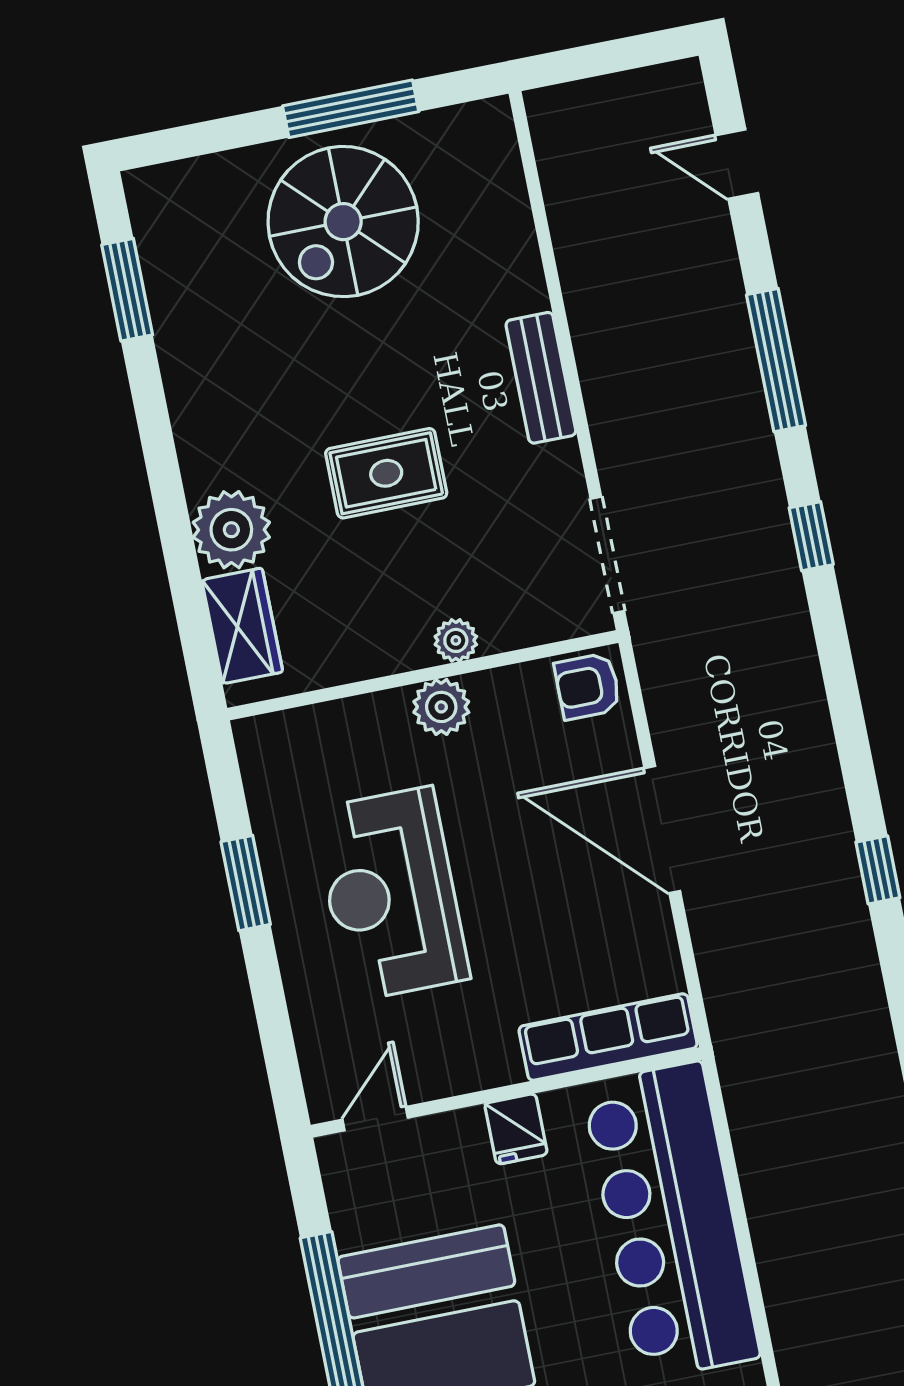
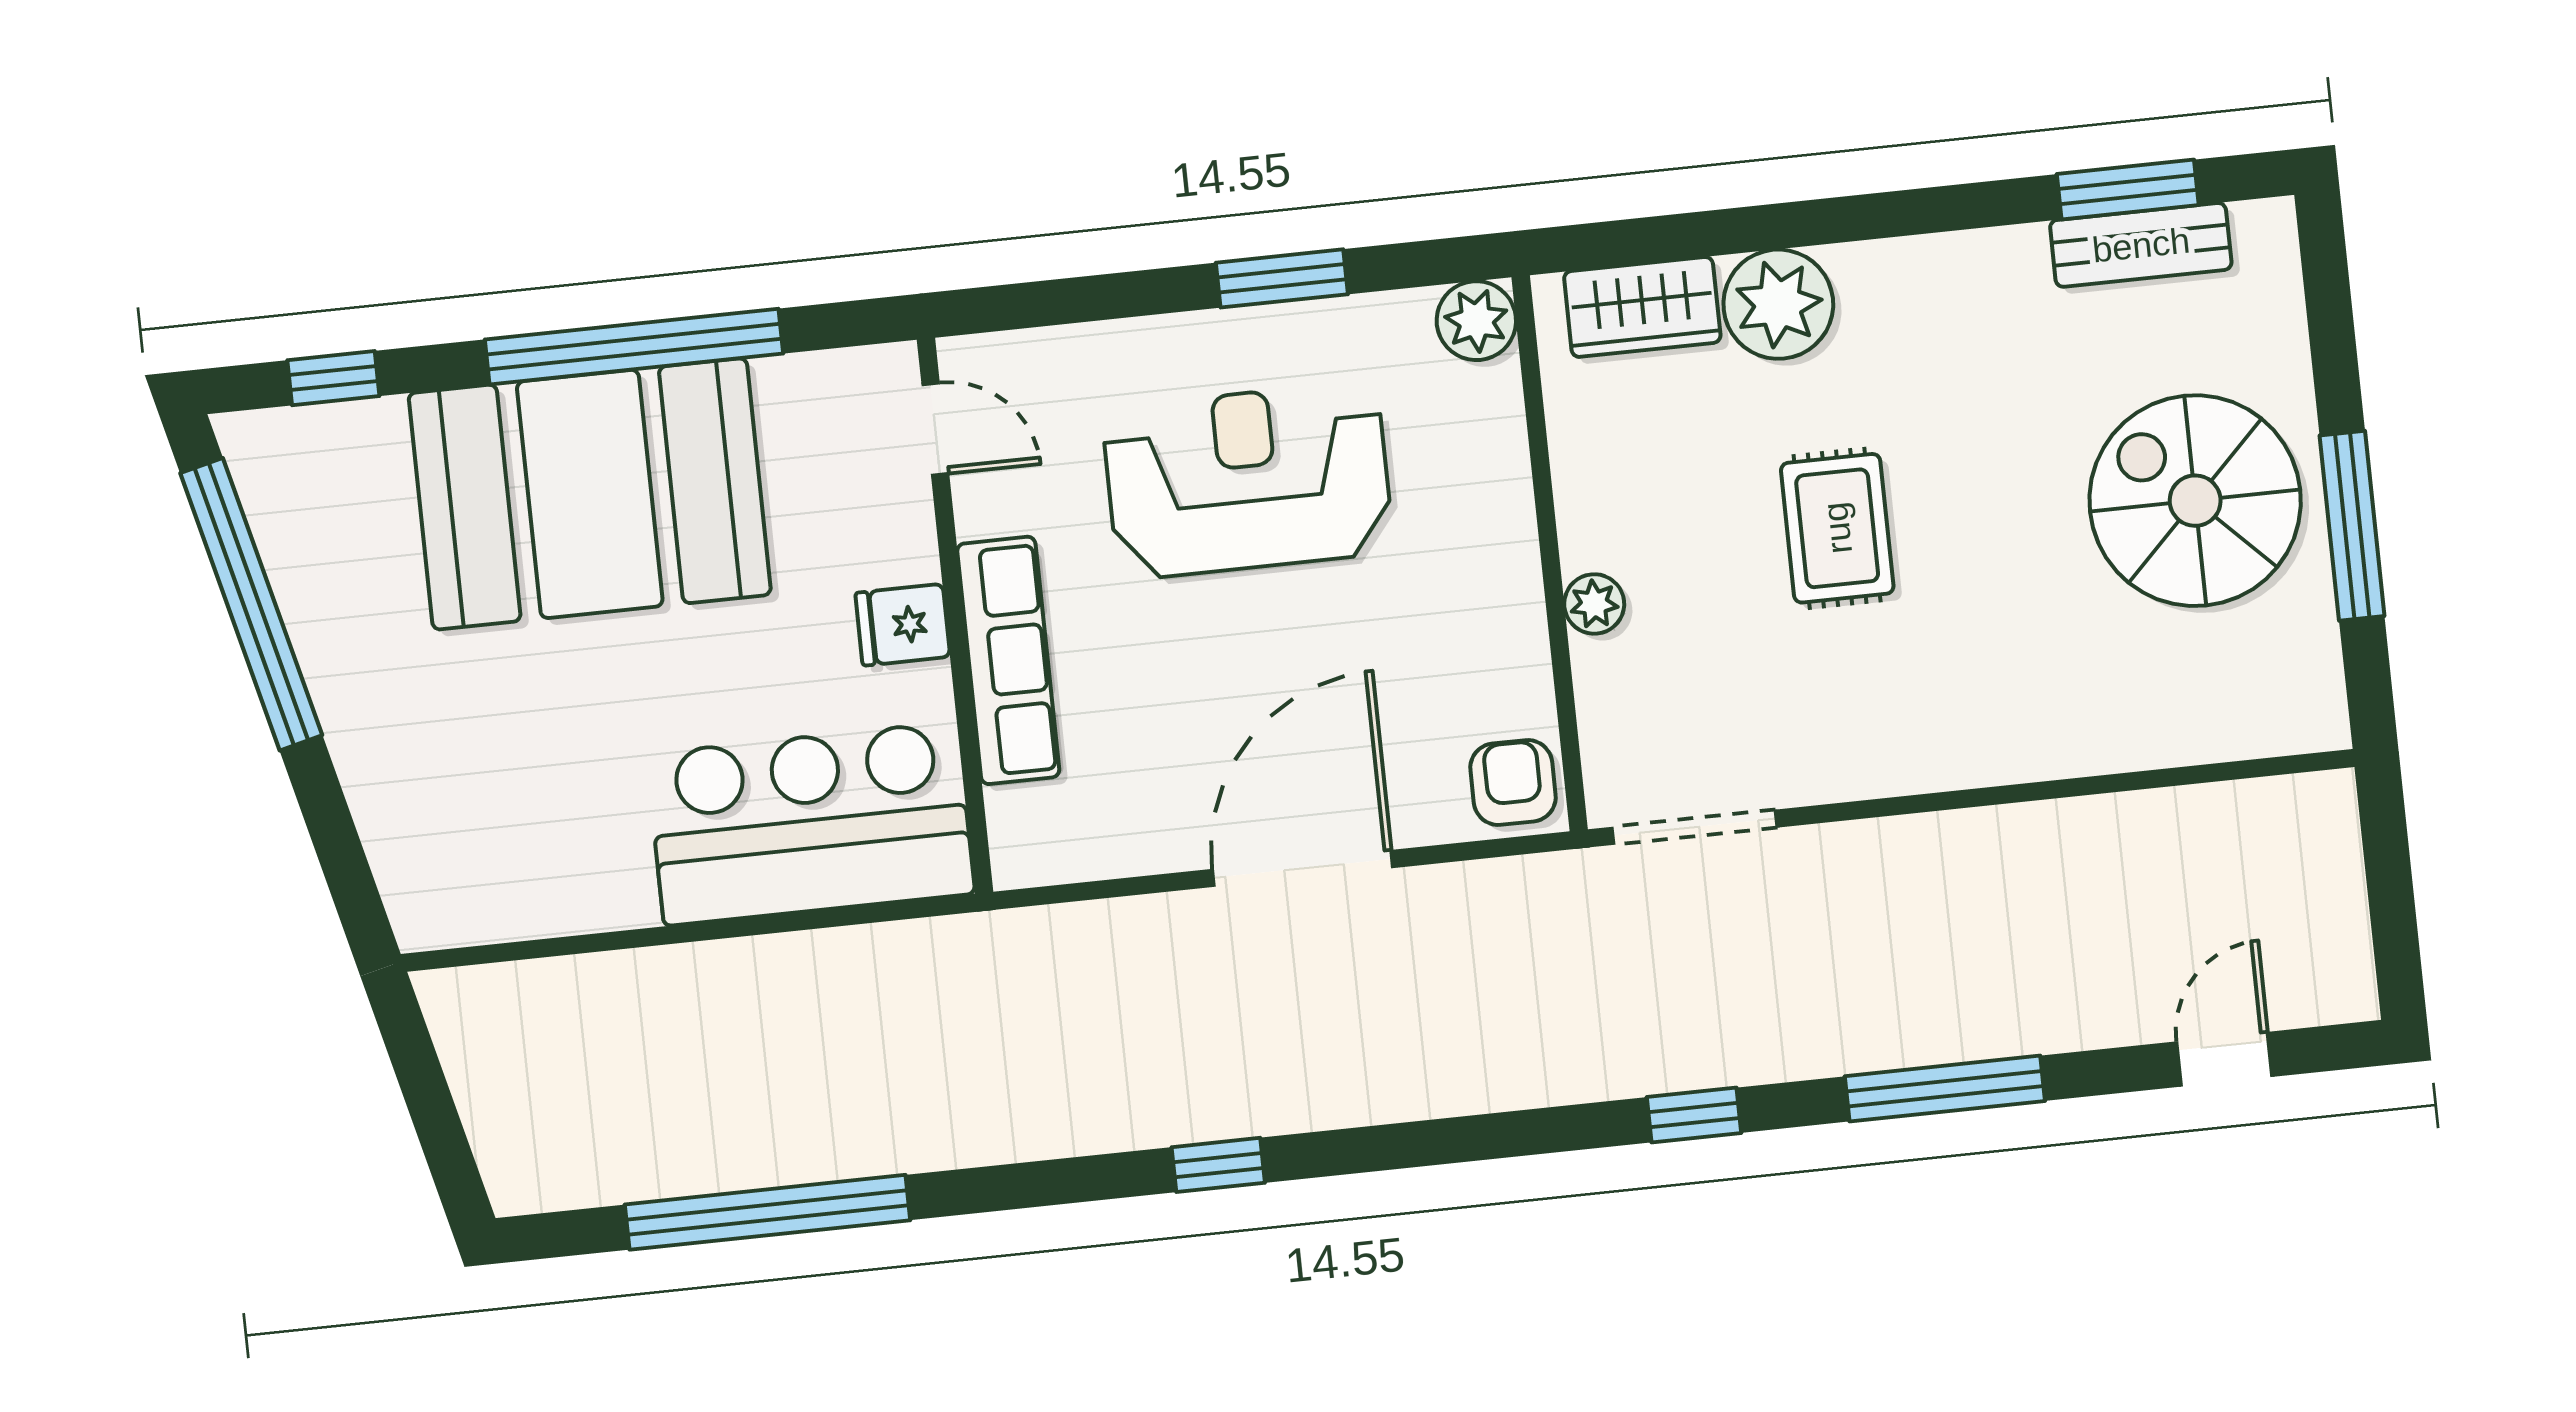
bench: (541, 378) -> (2141, 245), moved
plant: (441, 707) -> (1476, 321), moved
row of seats: (608, 1037) -> (1008, 660), moved
bar counter: (671, 1221) -> (811, 824), width x0.73

